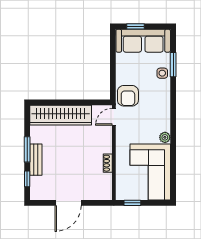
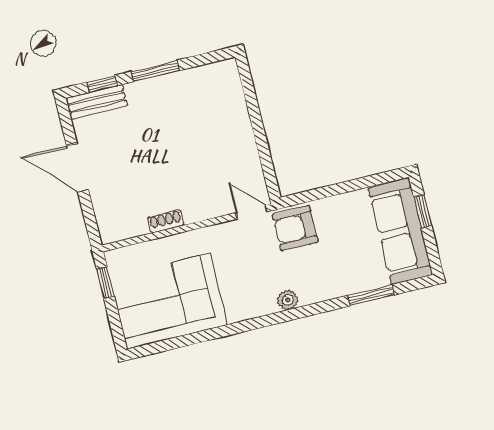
side table: (162, 73) -> (351, 280), removed
wardrobe: (61, 115) -> (231, 116), removed
plant: (165, 137) -> (288, 300), moved
bench: (36, 160) -> (97, 102), moved

